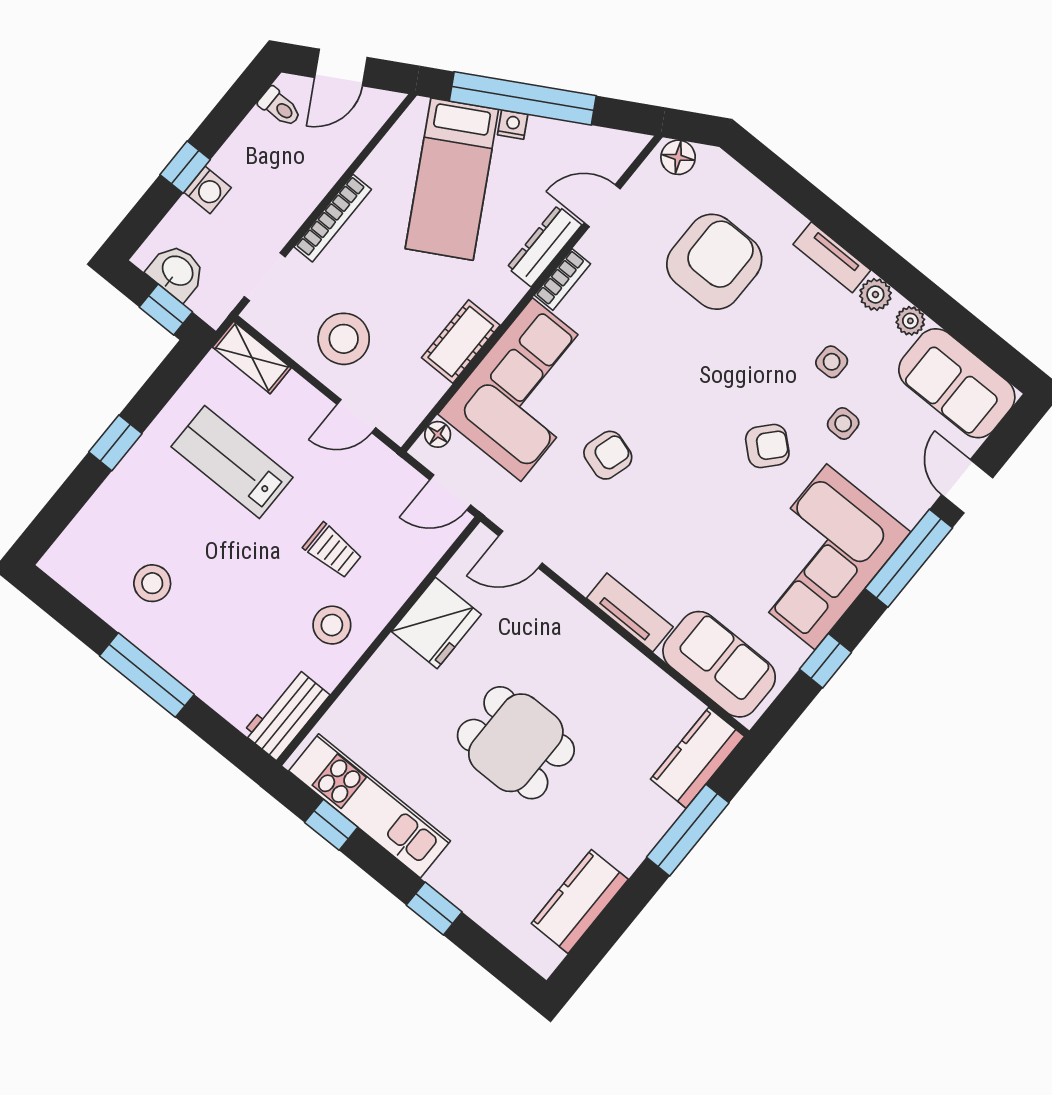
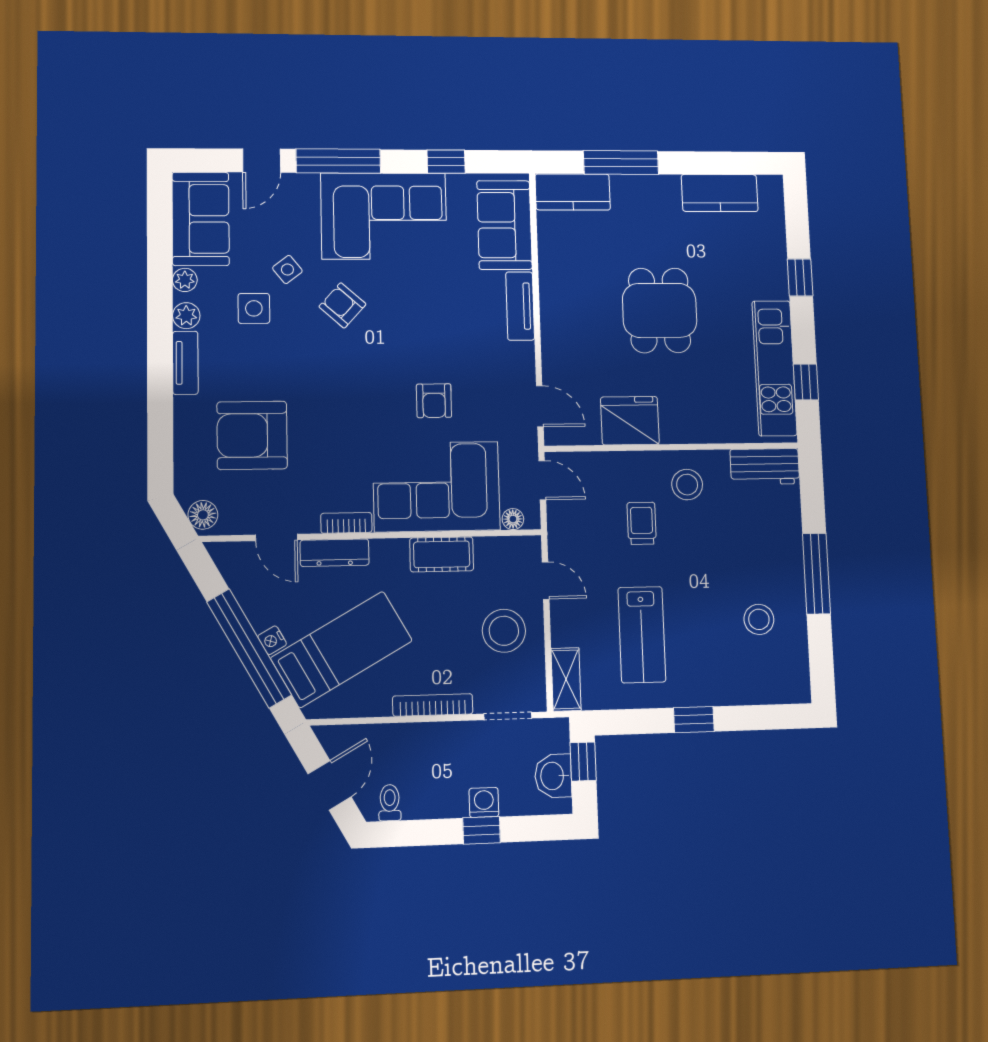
door: (341, 67) -> (329, 785), hinge flipped
side table: (832, 362) -> (254, 308), width x1.37, depth x1.37
side table: (843, 423) -> (287, 269), turned -38
armchair: (608, 455) -> (434, 401), turned -107

